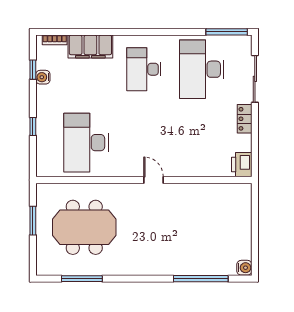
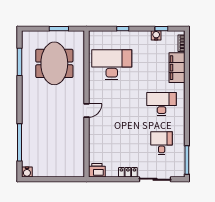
desk: (202, 69) -> (162, 143), width x0.53, depth x0.77

